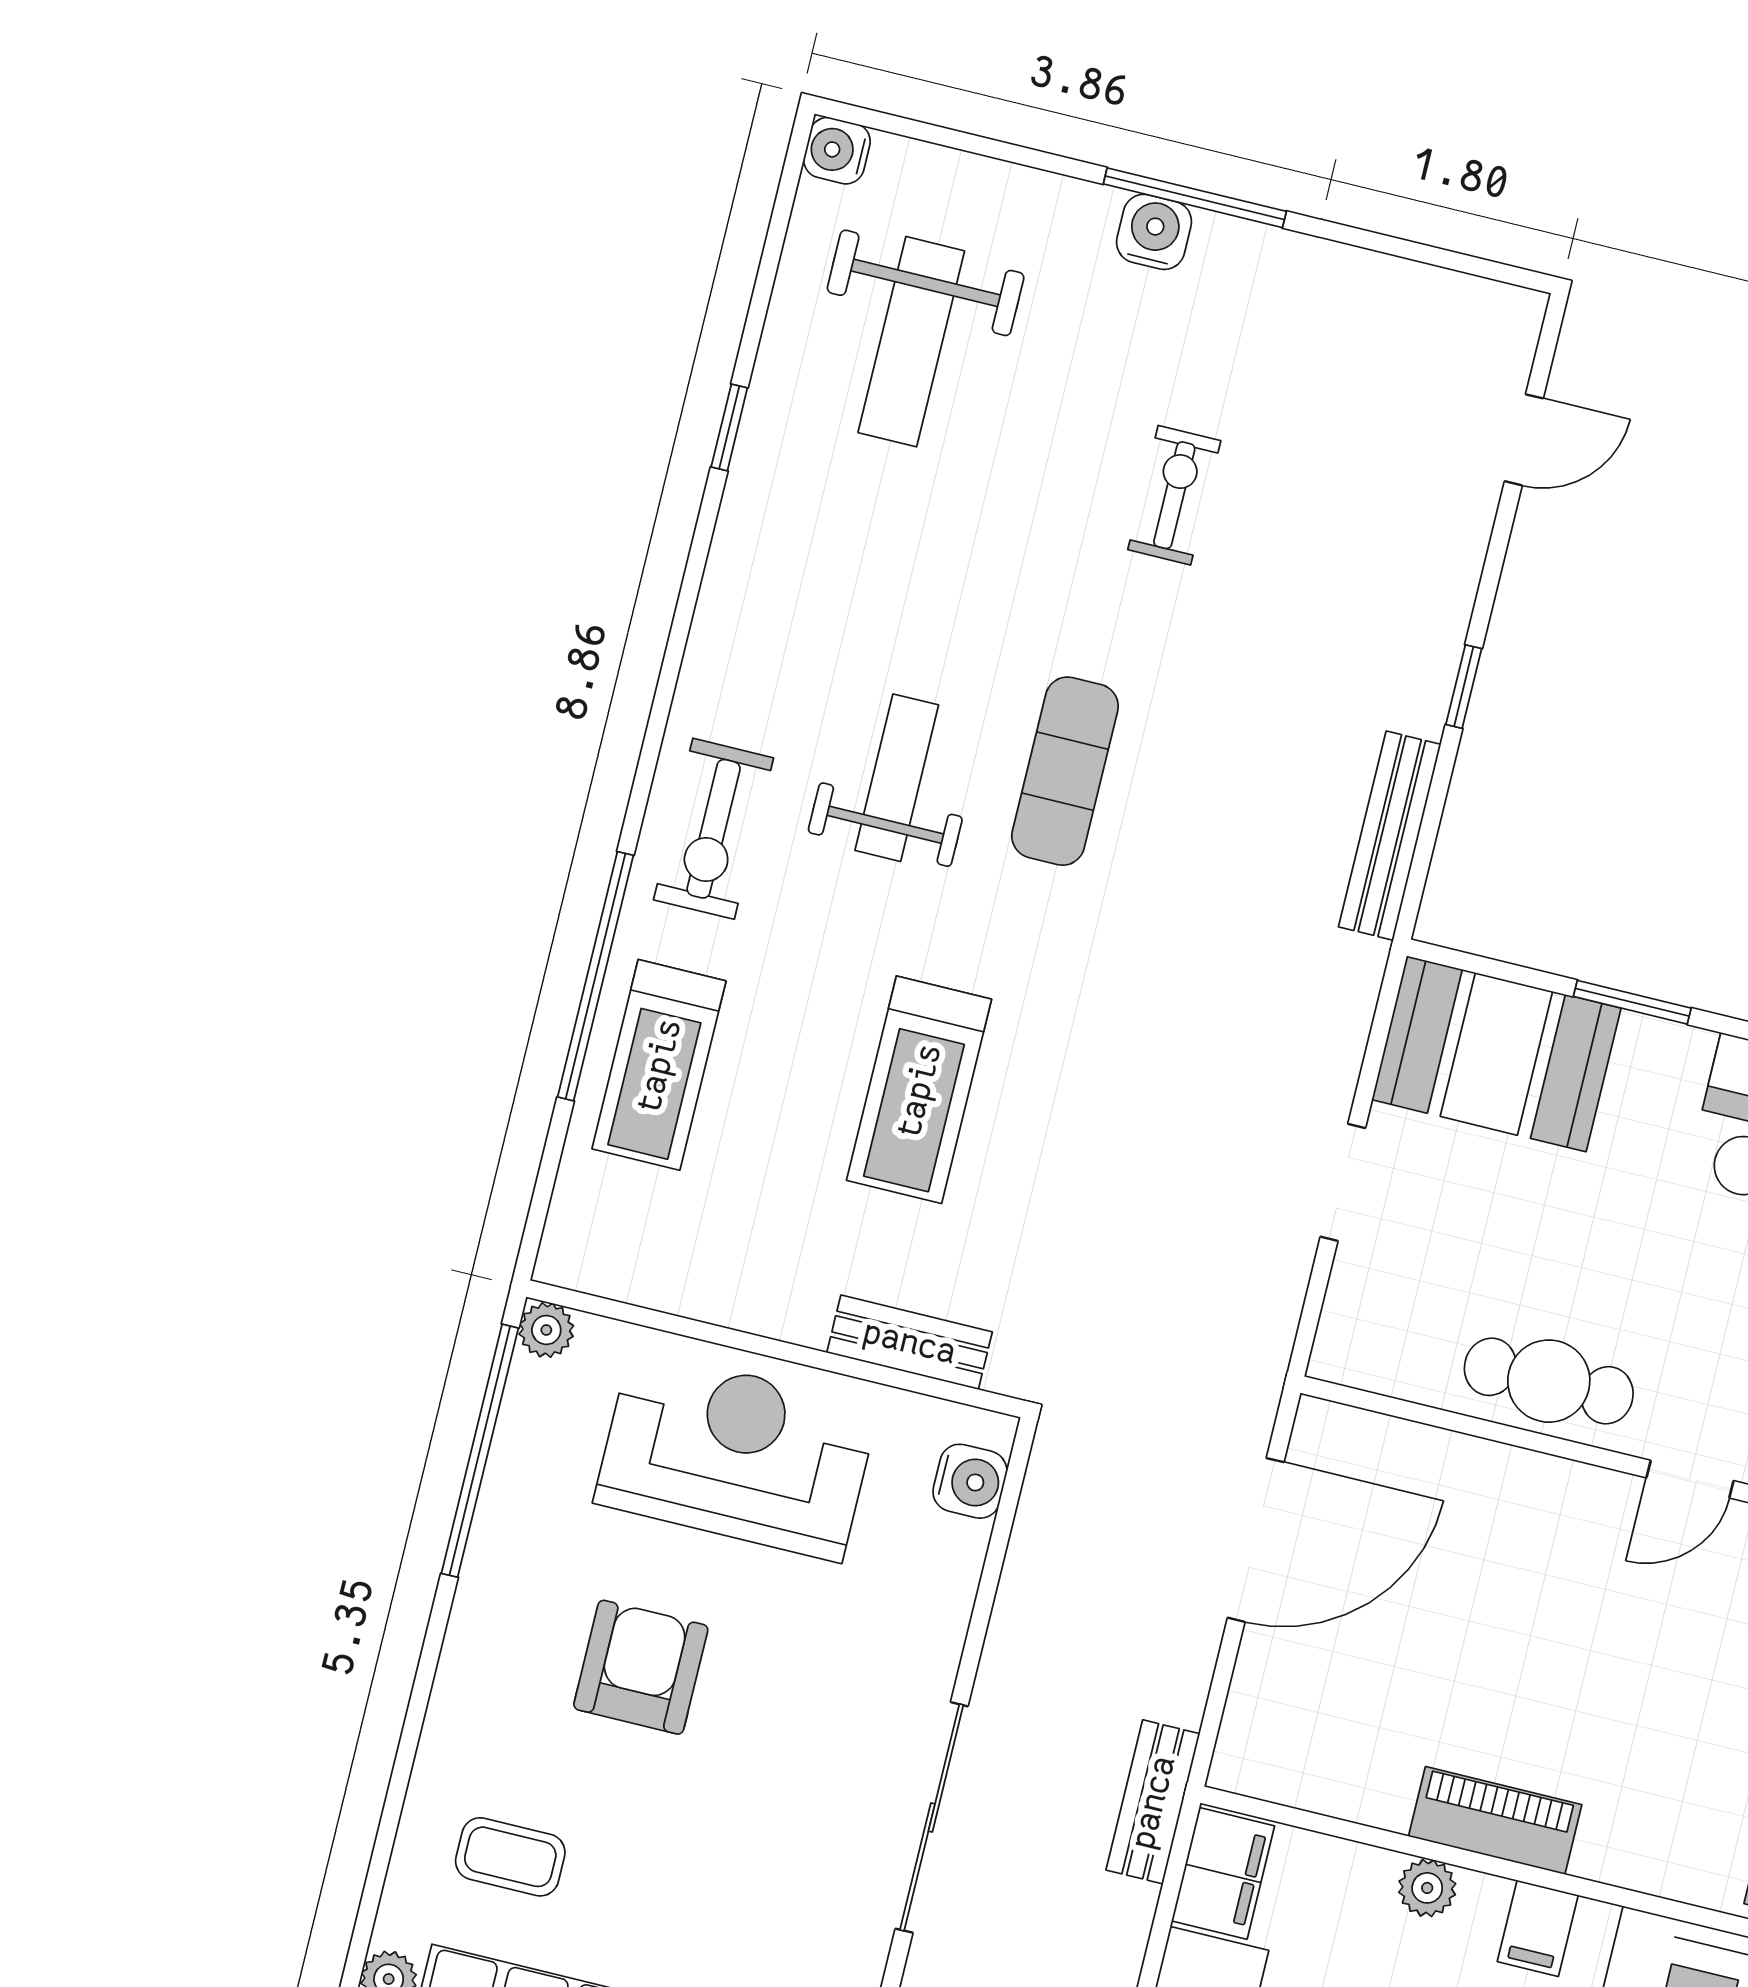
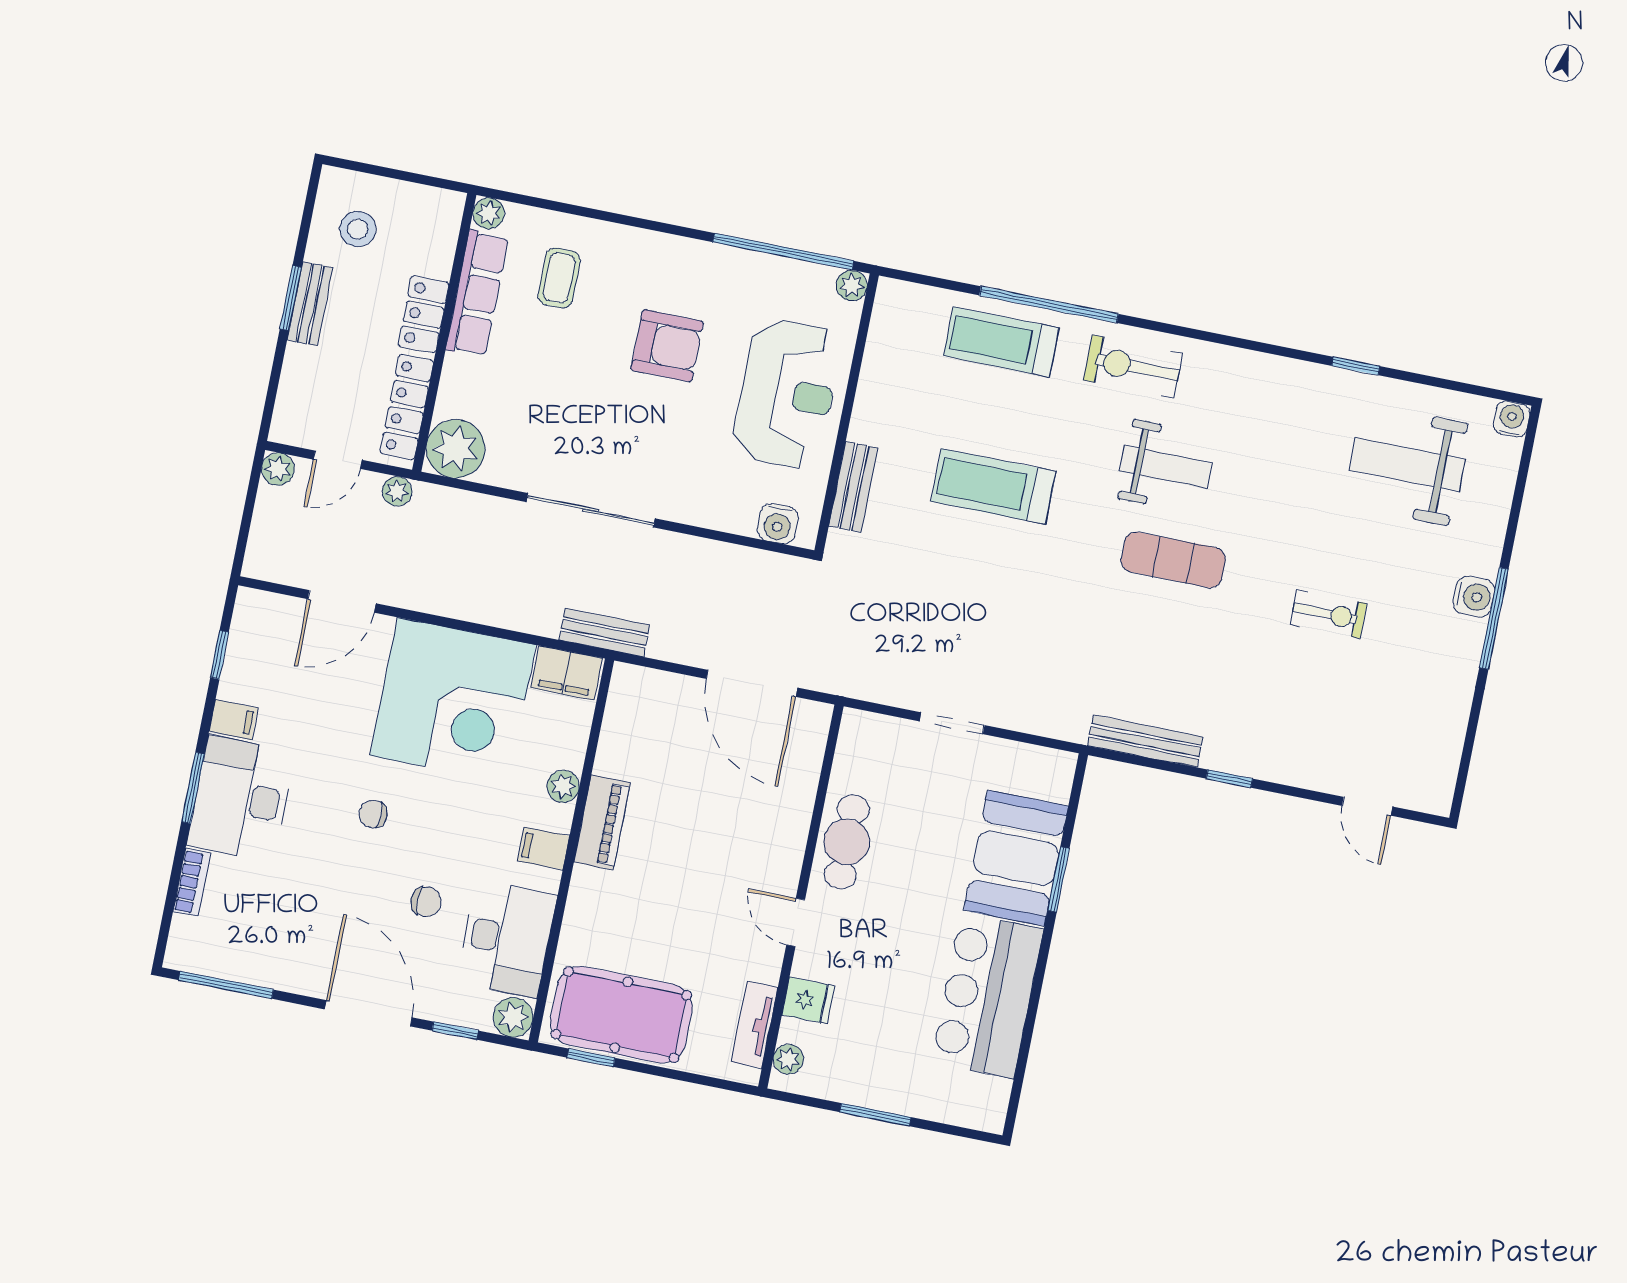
booth: (1496, 1054) -> (1016, 858), moved

